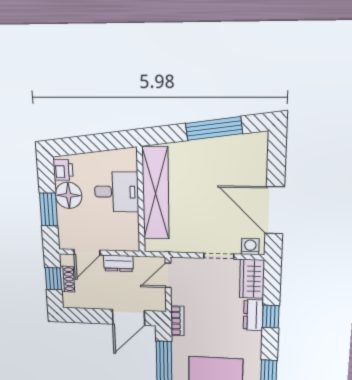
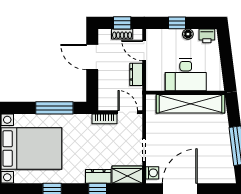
desk: (116, 192) -> (186, 75), width x1.37
floor lamp: (69, 195) -> (188, 34), width x0.53, depth x0.53
window: (49, 209) -> (177, 23), width x0.67
door: (128, 317) -> (92, 57), moved
bookcase: (177, 321) -> (105, 119), moved

